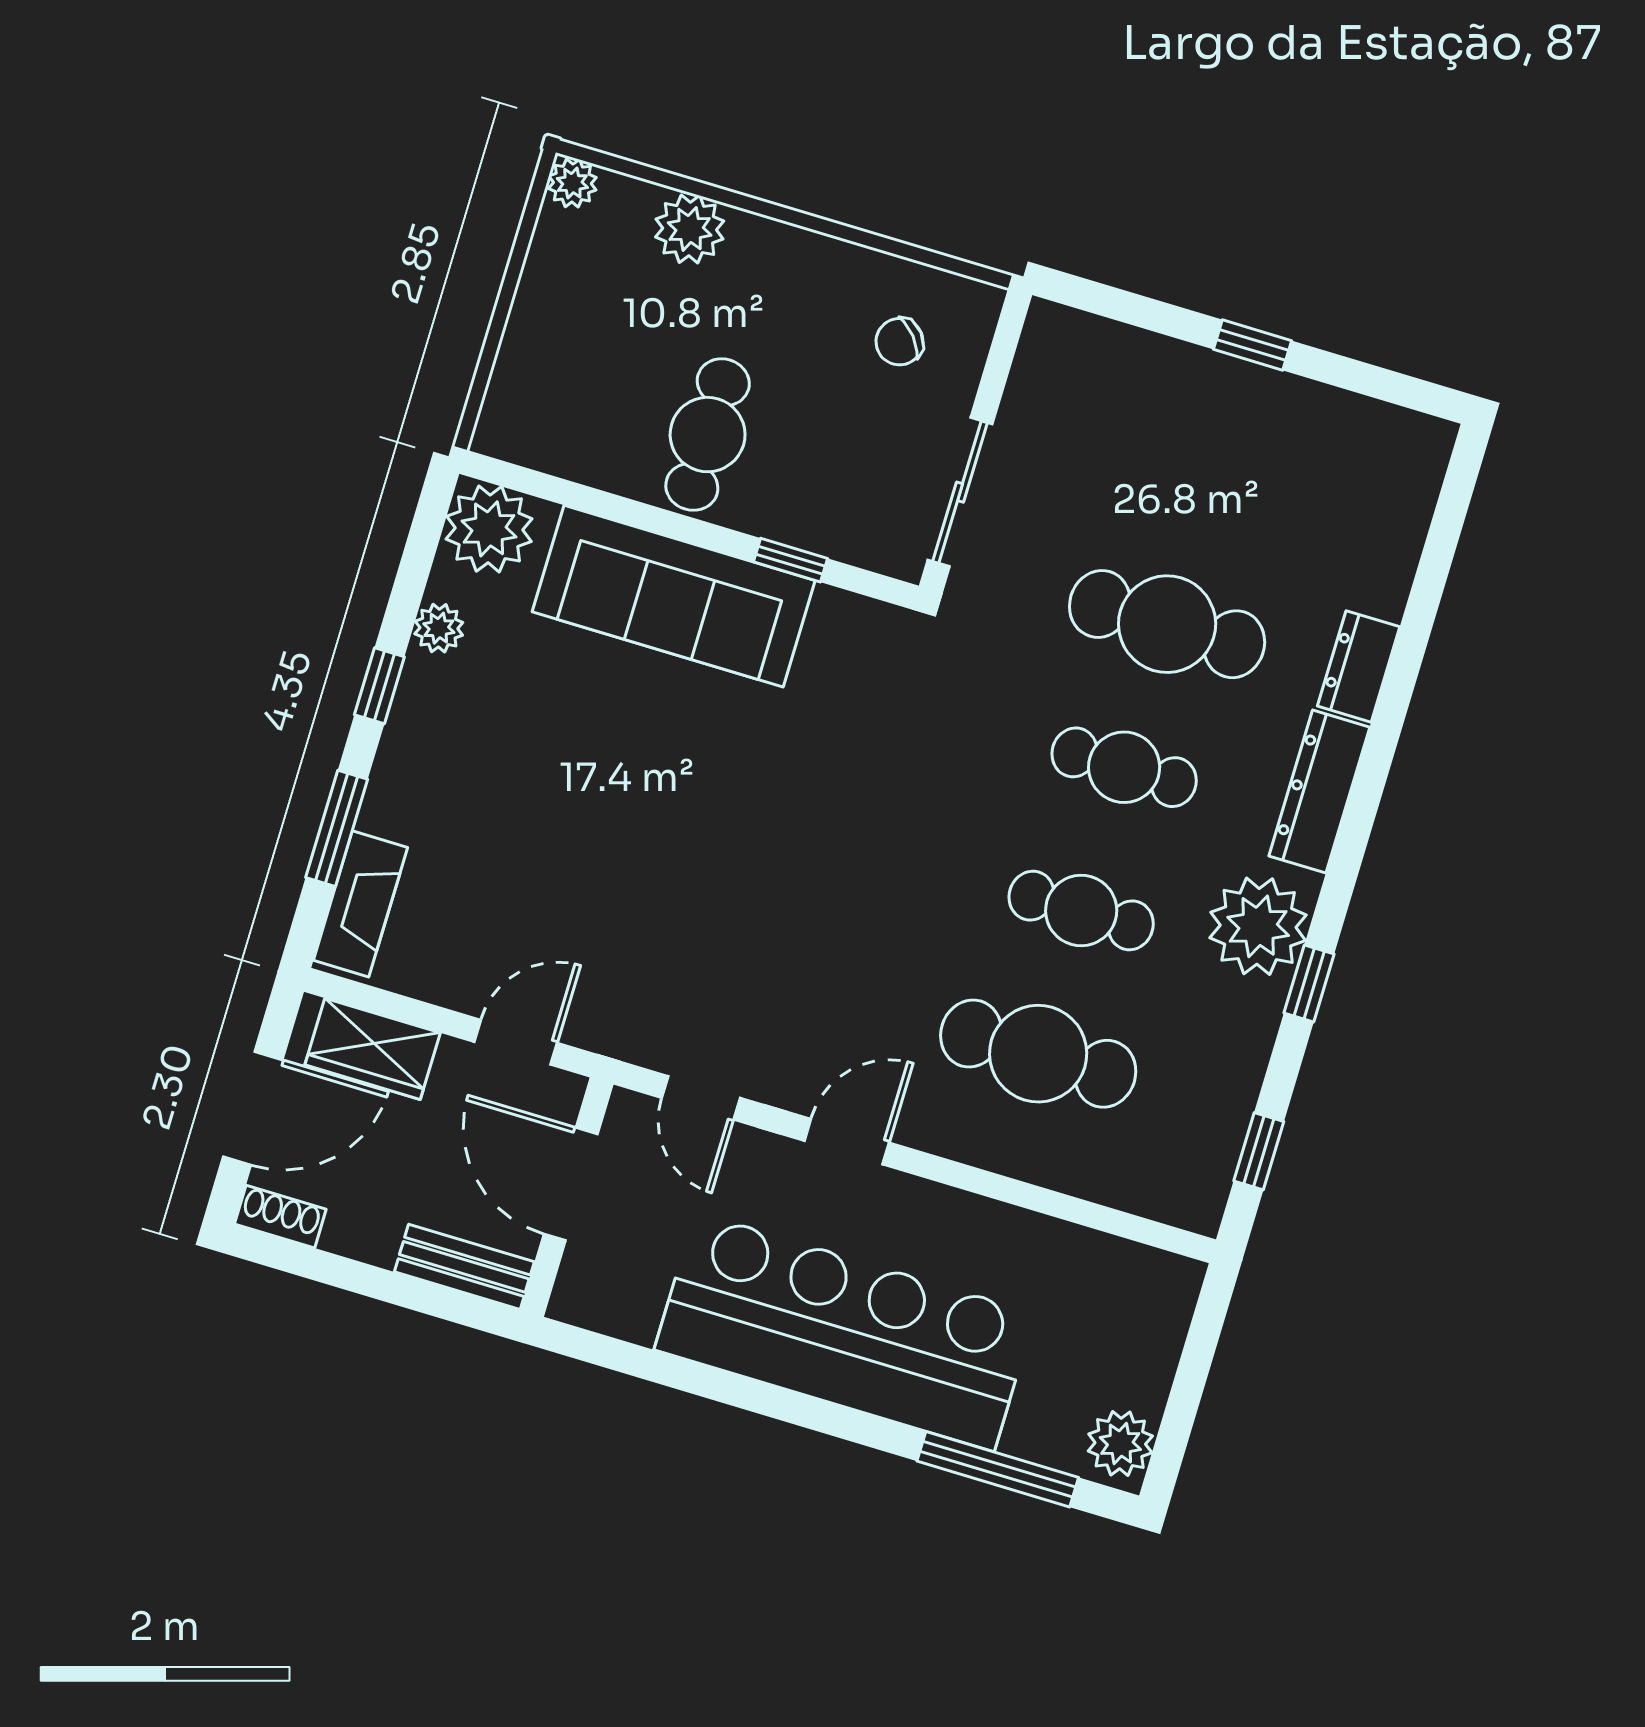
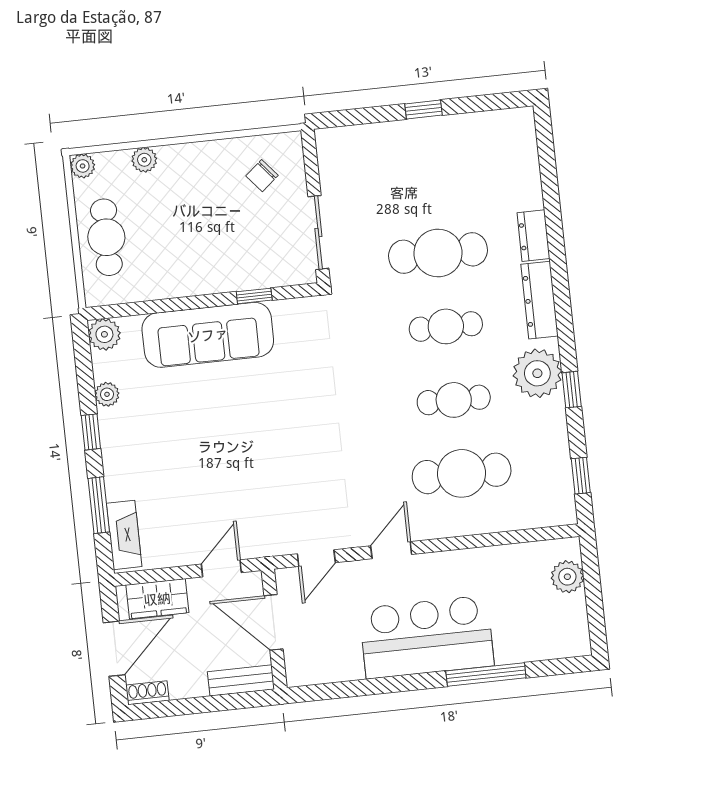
plant: (690, 229) -> (144, 160), width x0.73, depth x0.73
cafe table: (708, 435) -> (106, 237), moved
plant: (489, 529) -> (104, 334), width x0.73, depth x0.73
door: (701, 1098) -> (316, 558), hinge flipped
bar counter: (845, 1332) -> (427, 637), width x0.73
plant: (1120, 1443) -> (567, 577), moved
window: (998, 1469) -> (486, 674), moved

